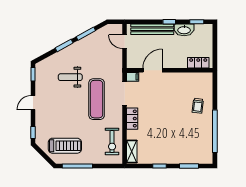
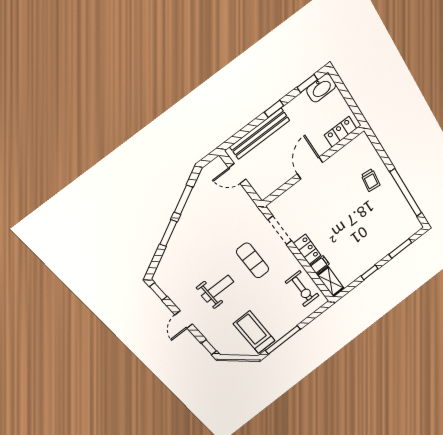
washbasin: (184, 30) -> (321, 88), moved
door: (153, 70) -> (310, 168), moved
weight bench: (70, 77) -> (218, 289), moved, turned 180
filing cabinet: (133, 77) -> (320, 265), moved
exercise mat: (97, 99) -> (253, 260), width x0.73, depth x0.69
treadmill: (65, 146) -> (254, 332), turned -90

